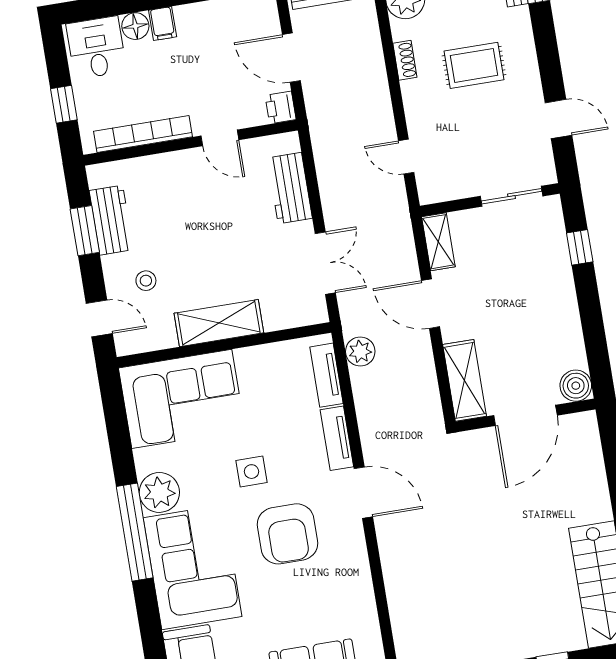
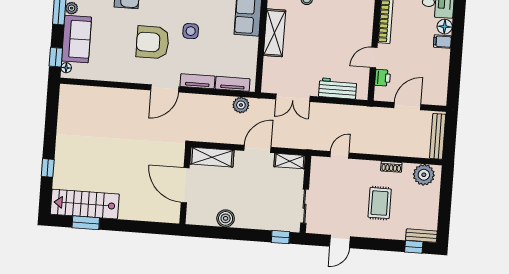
printer: (281, 107) -> (383, 78), moved, turned 90
window: (580, 247) -> (280, 237), moved
boiler: (576, 386) -> (226, 218), moved

